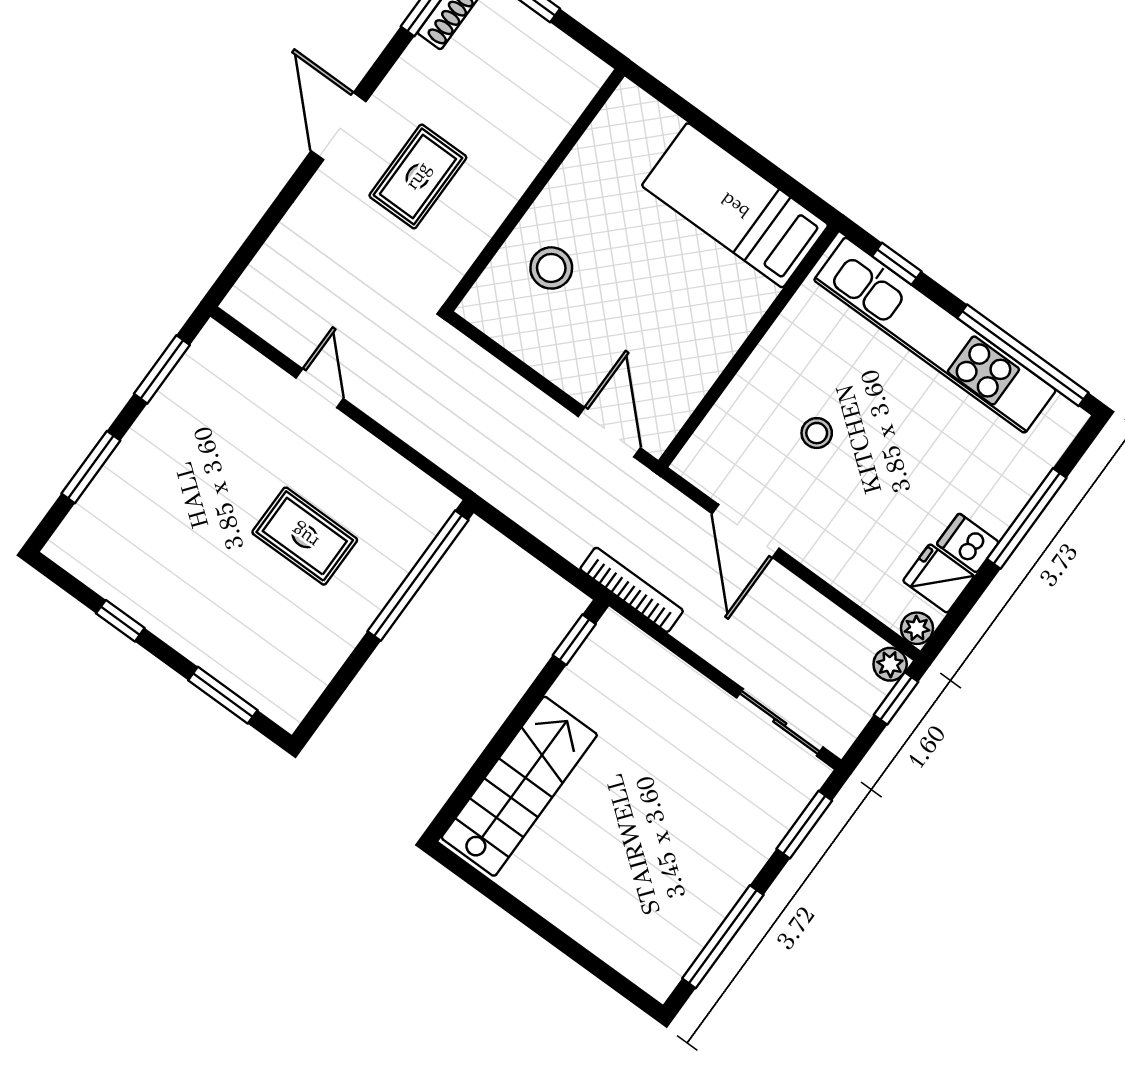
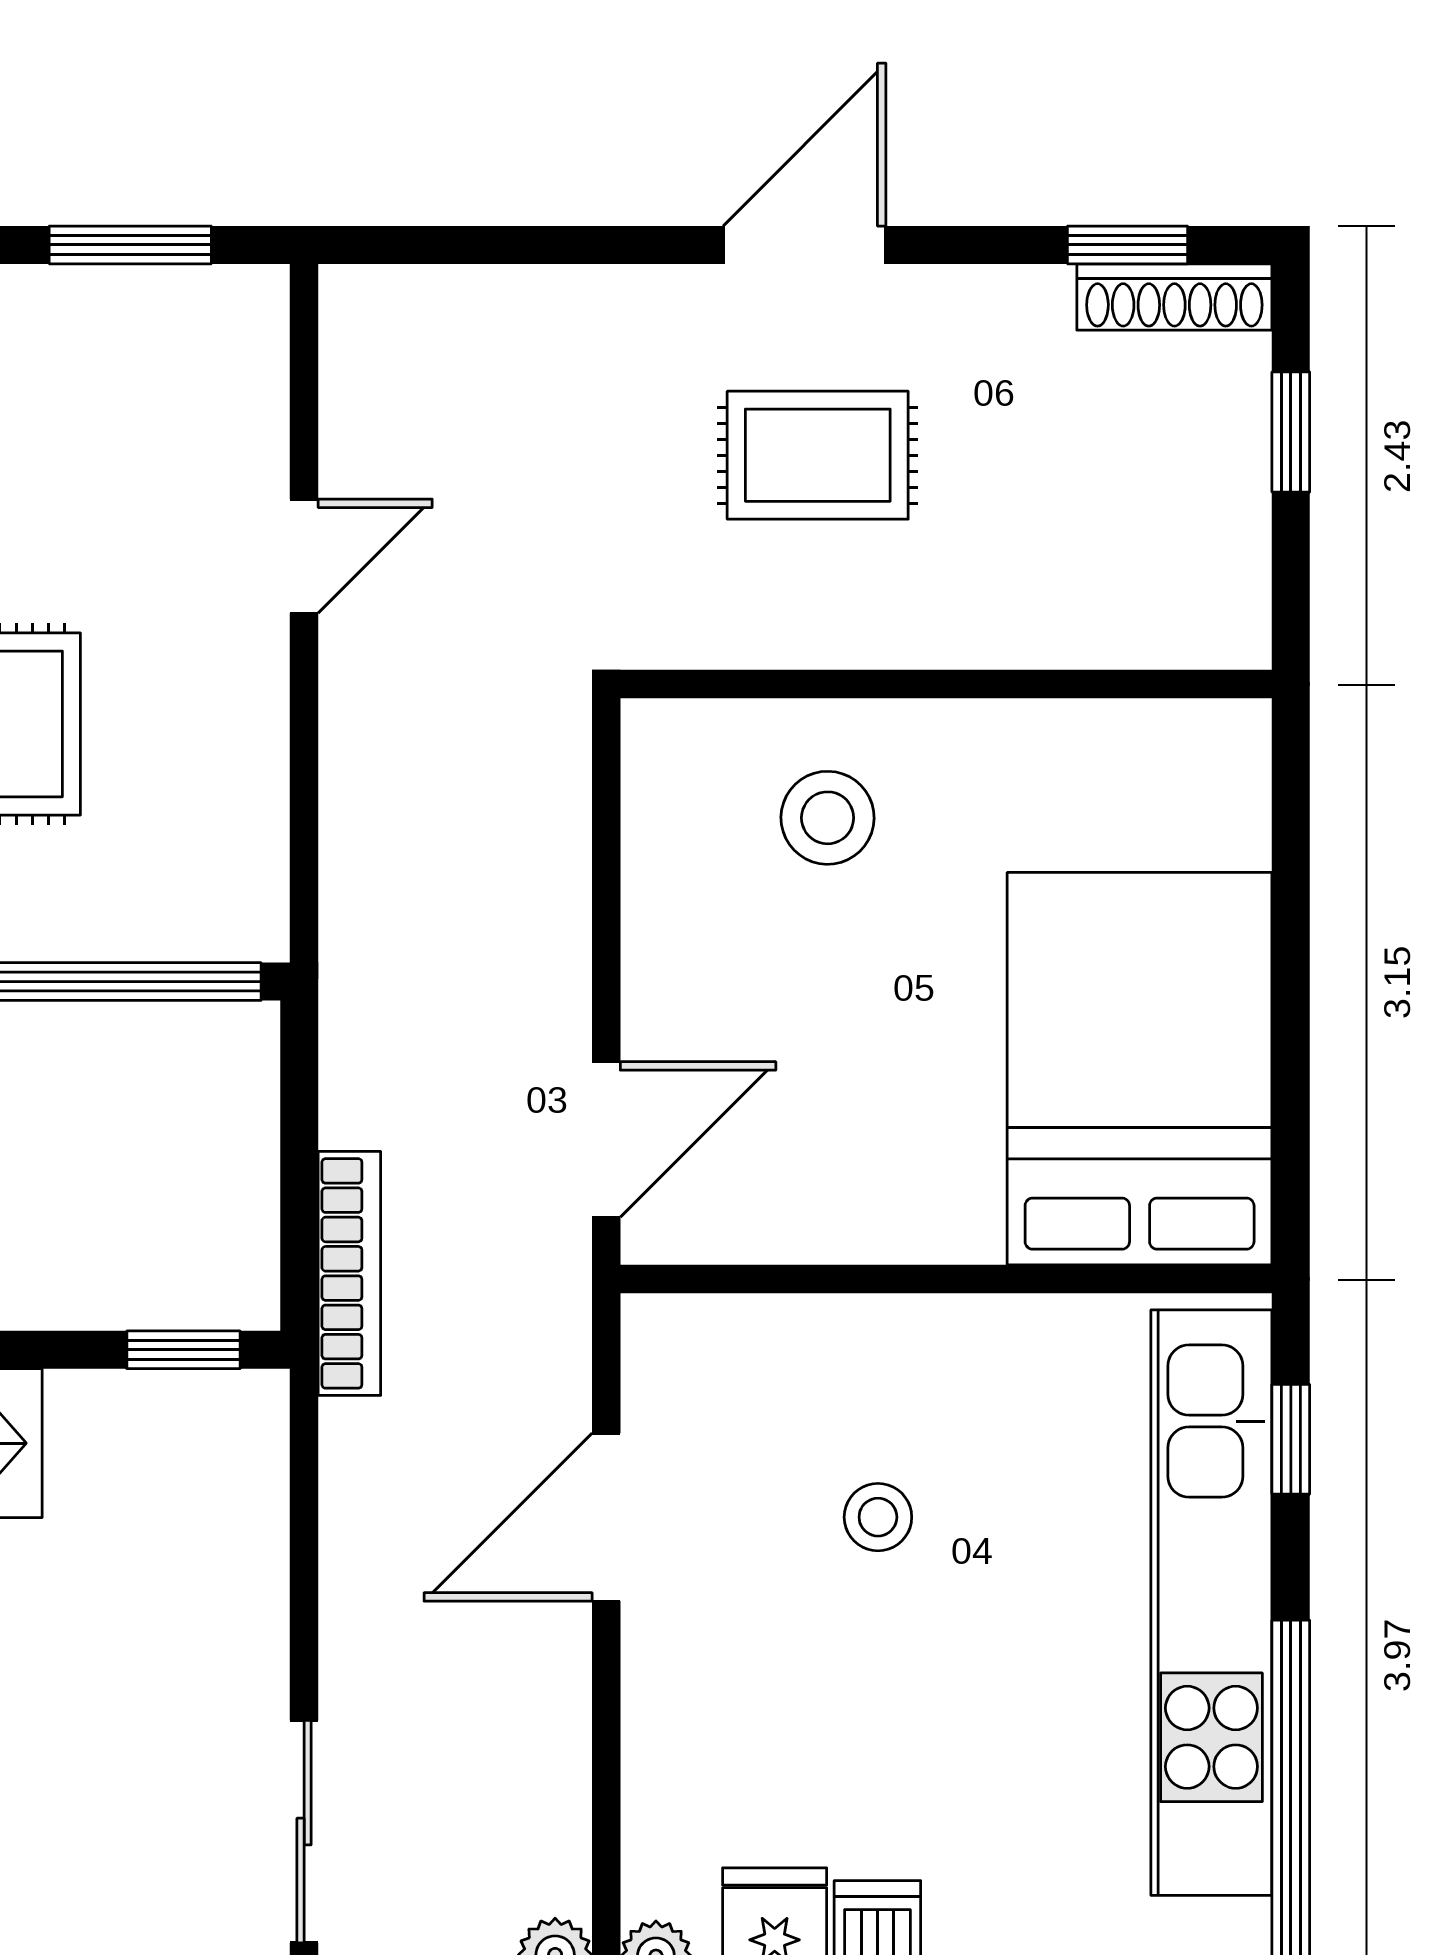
bed: (735, 205) -> (1140, 1069), width x1.50
bookcase: (632, 590) -> (349, 1273), moved

